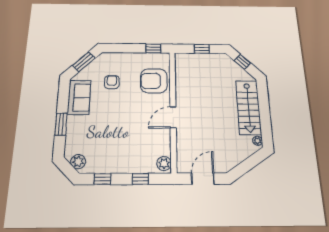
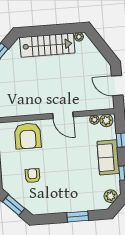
armchair: (112, 82) -> (33, 176), turned 90
sofa: (79, 97) -> (108, 157), moved, turned -90
plant: (166, 150) -> (94, 120), added

